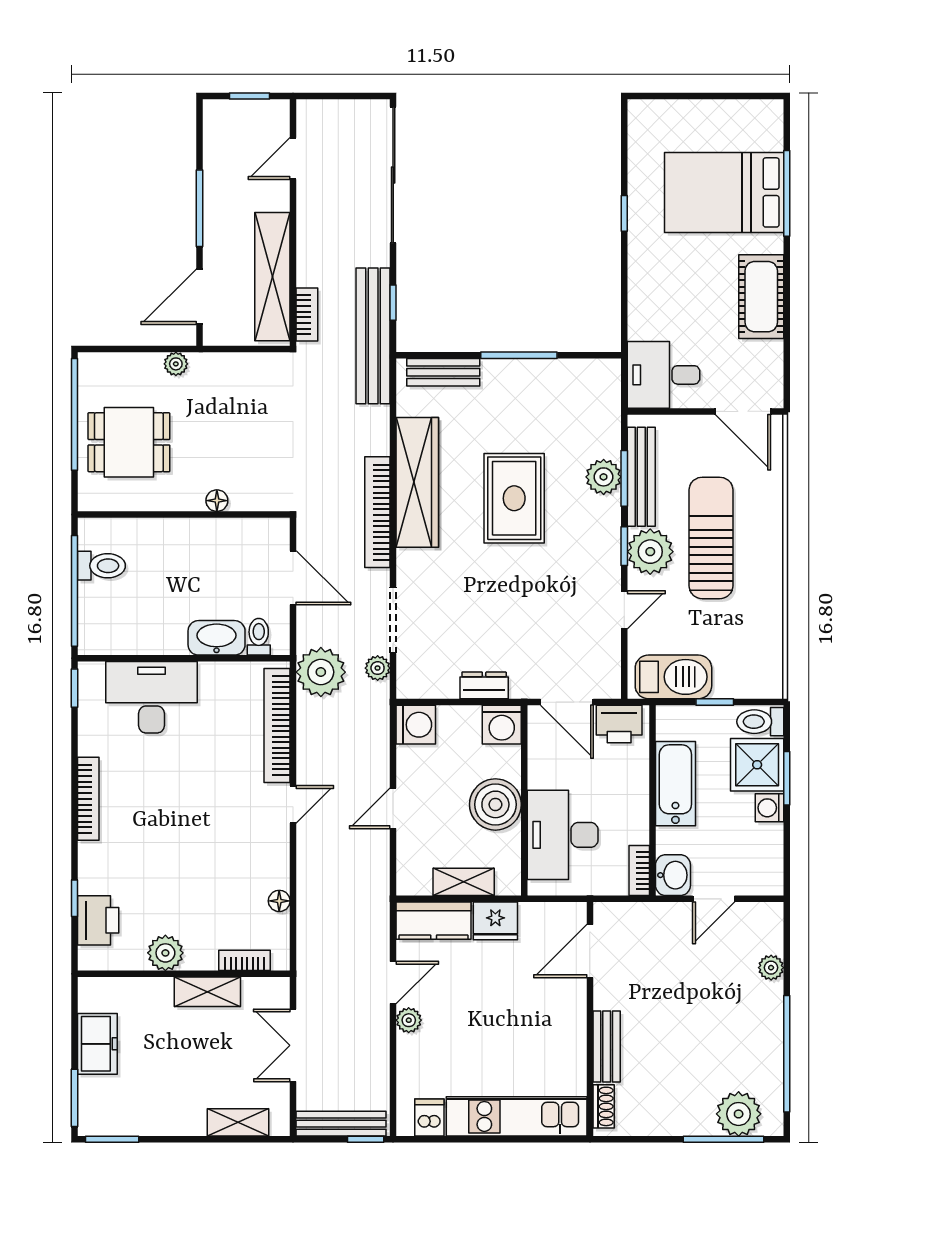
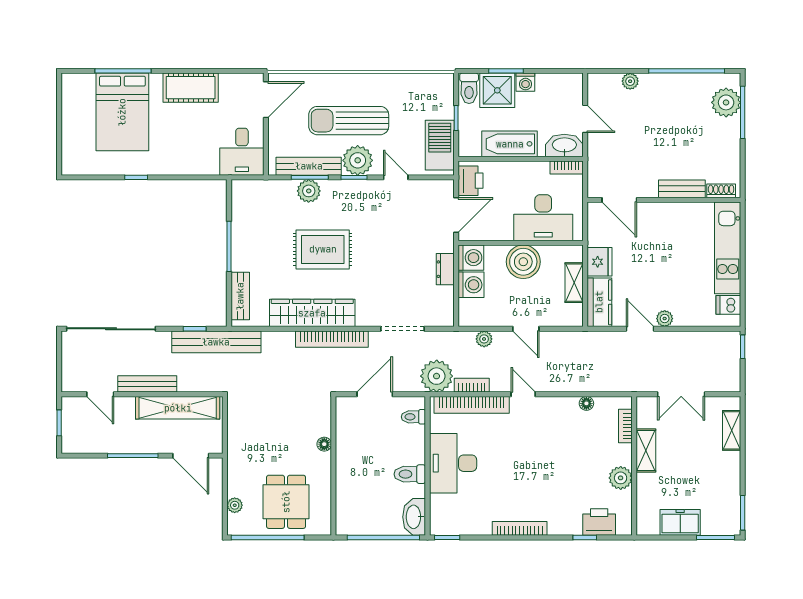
bookcase: (307, 314) -> (472, 385), moved
plant: (176, 364) -> (235, 505), moved
toilet: (101, 566) -> (410, 474), moved, turned -90
washbasin: (217, 638) -> (414, 517), moved
plant: (378, 668) -> (484, 339), moved
desk: (152, 697) -> (453, 463), moved
washing machine: (416, 725) -> (471, 285), moved, turned 90
washbasin: (673, 875) -> (564, 145), width x1.38
bench: (341, 1124) -> (147, 384), moved, turned 90

